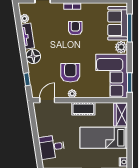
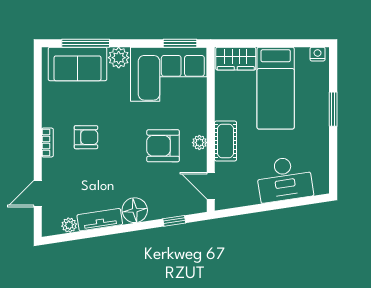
armchair: (75, 28) -> (86, 137), turned 180
cot: (83, 109) -> (225, 141), moved
desk: (52, 147) -> (284, 179), width x1.37

